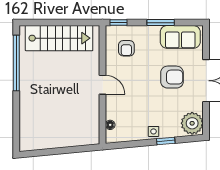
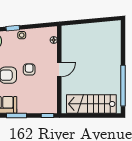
armchair: (126, 48) -> (29, 69), moved
door: (103, 85) -> (59, 70), swing flipped

